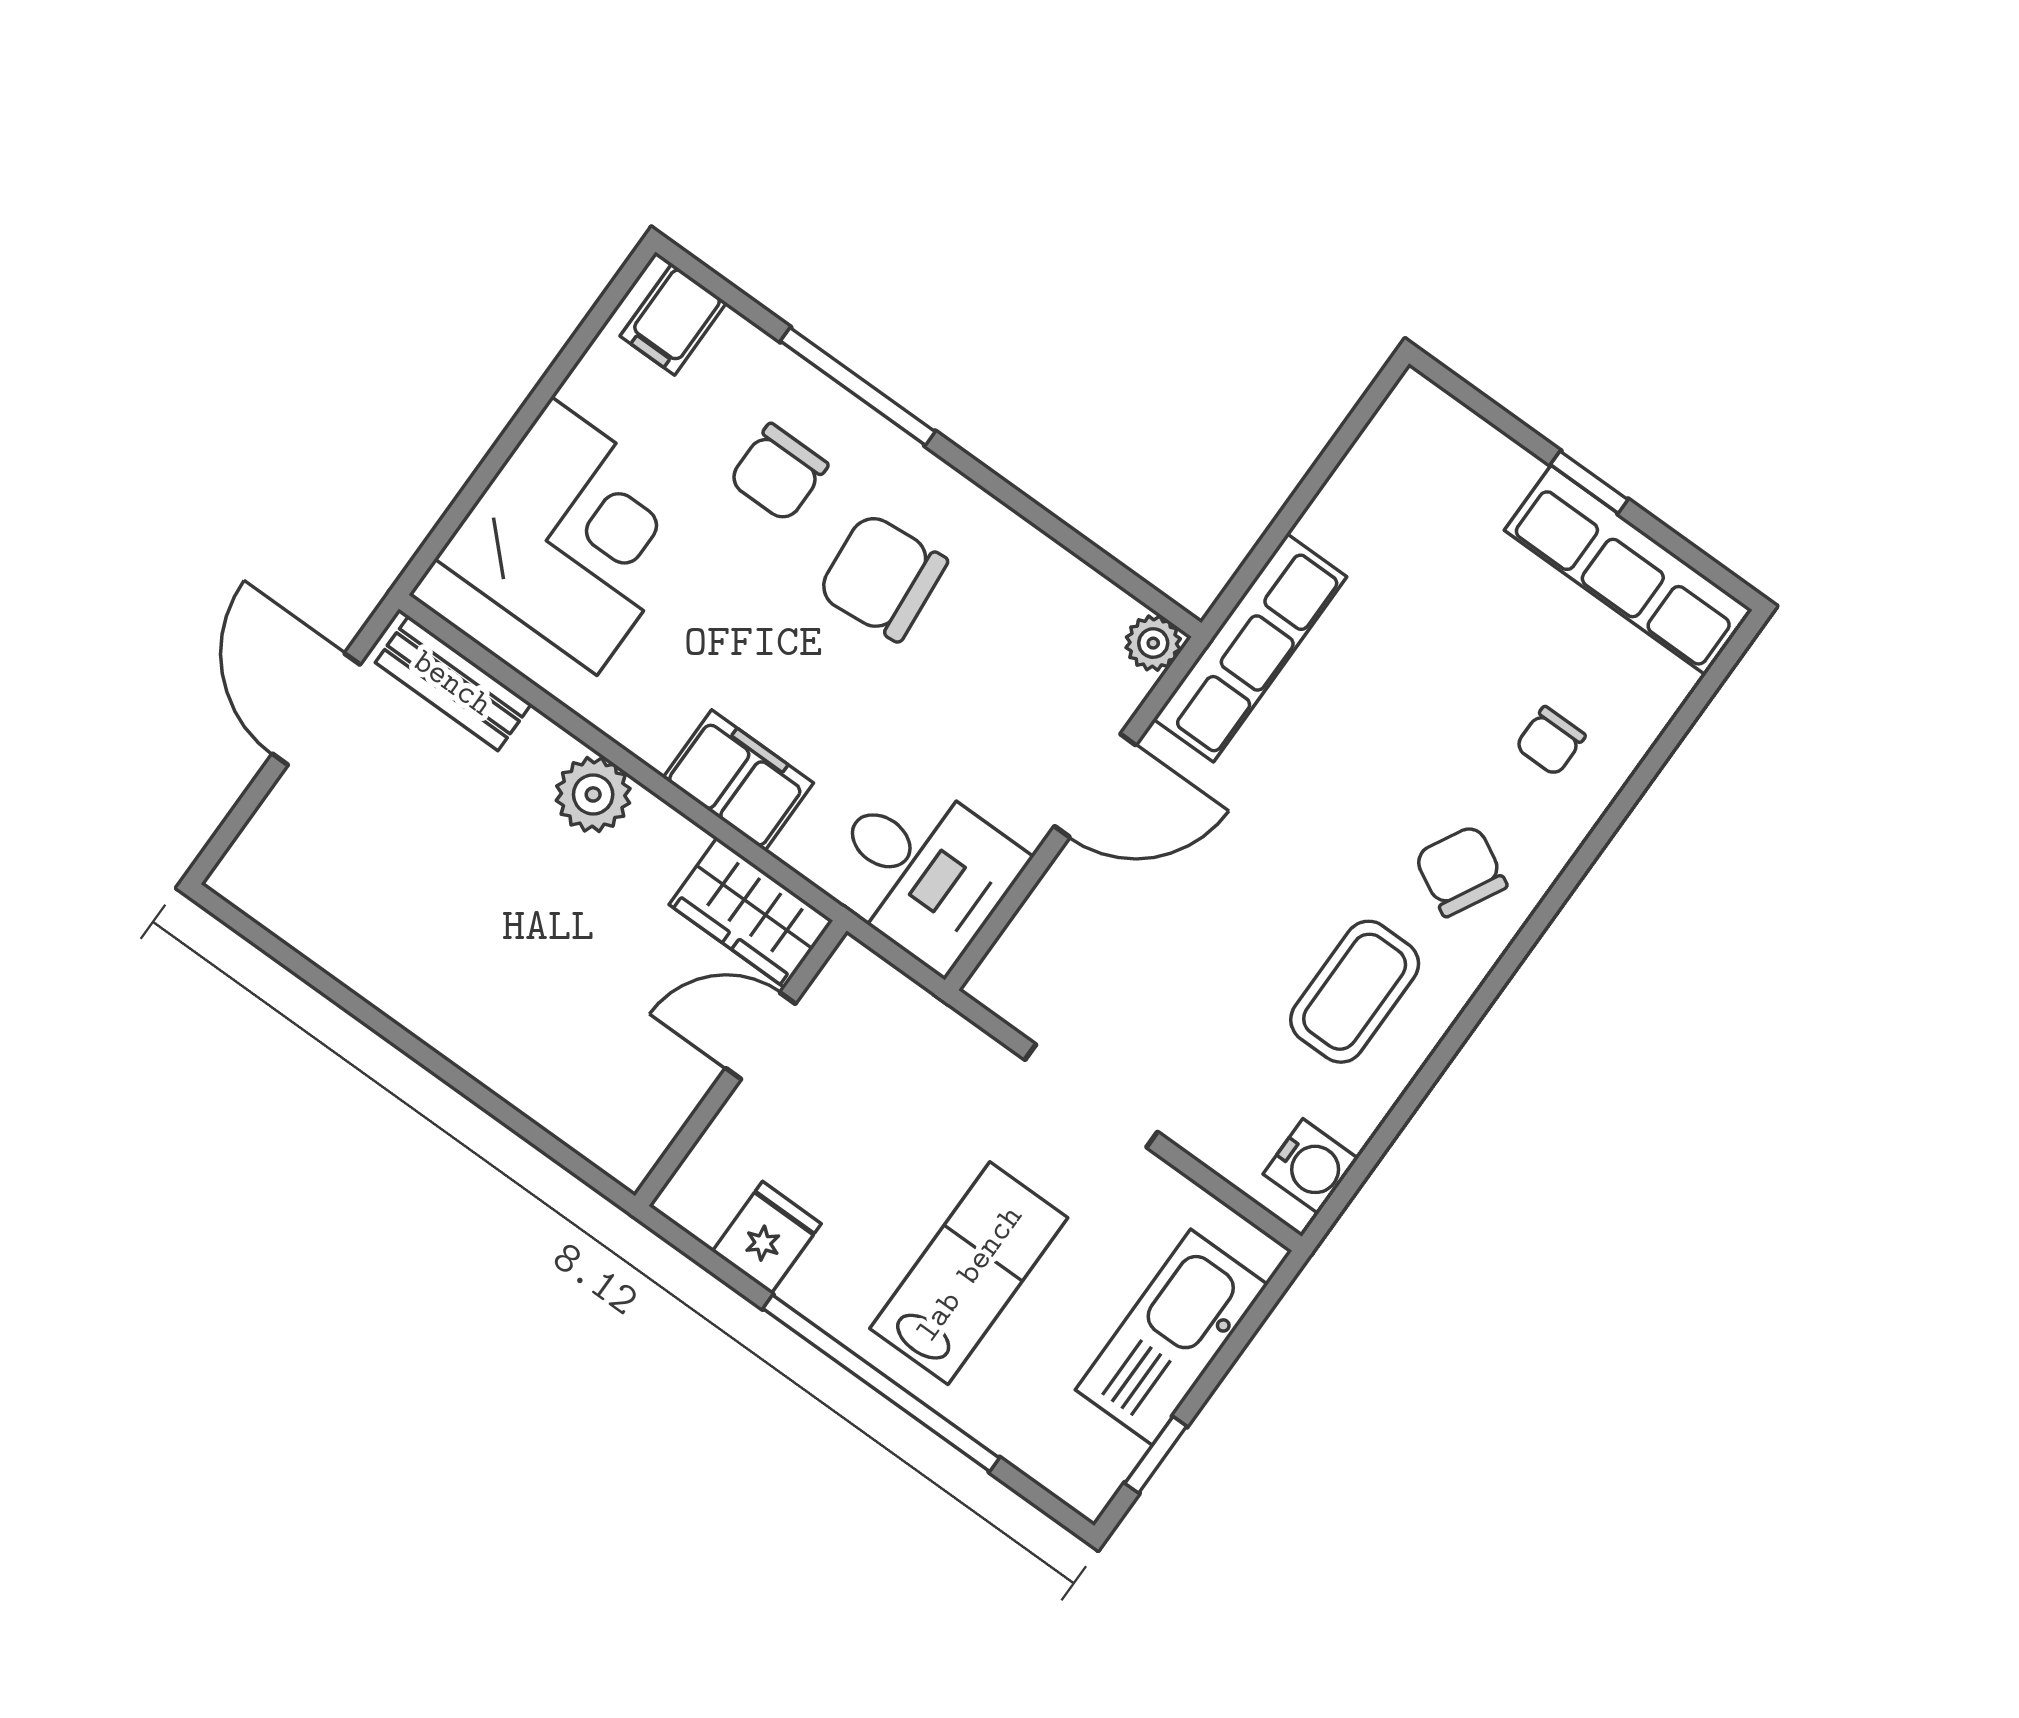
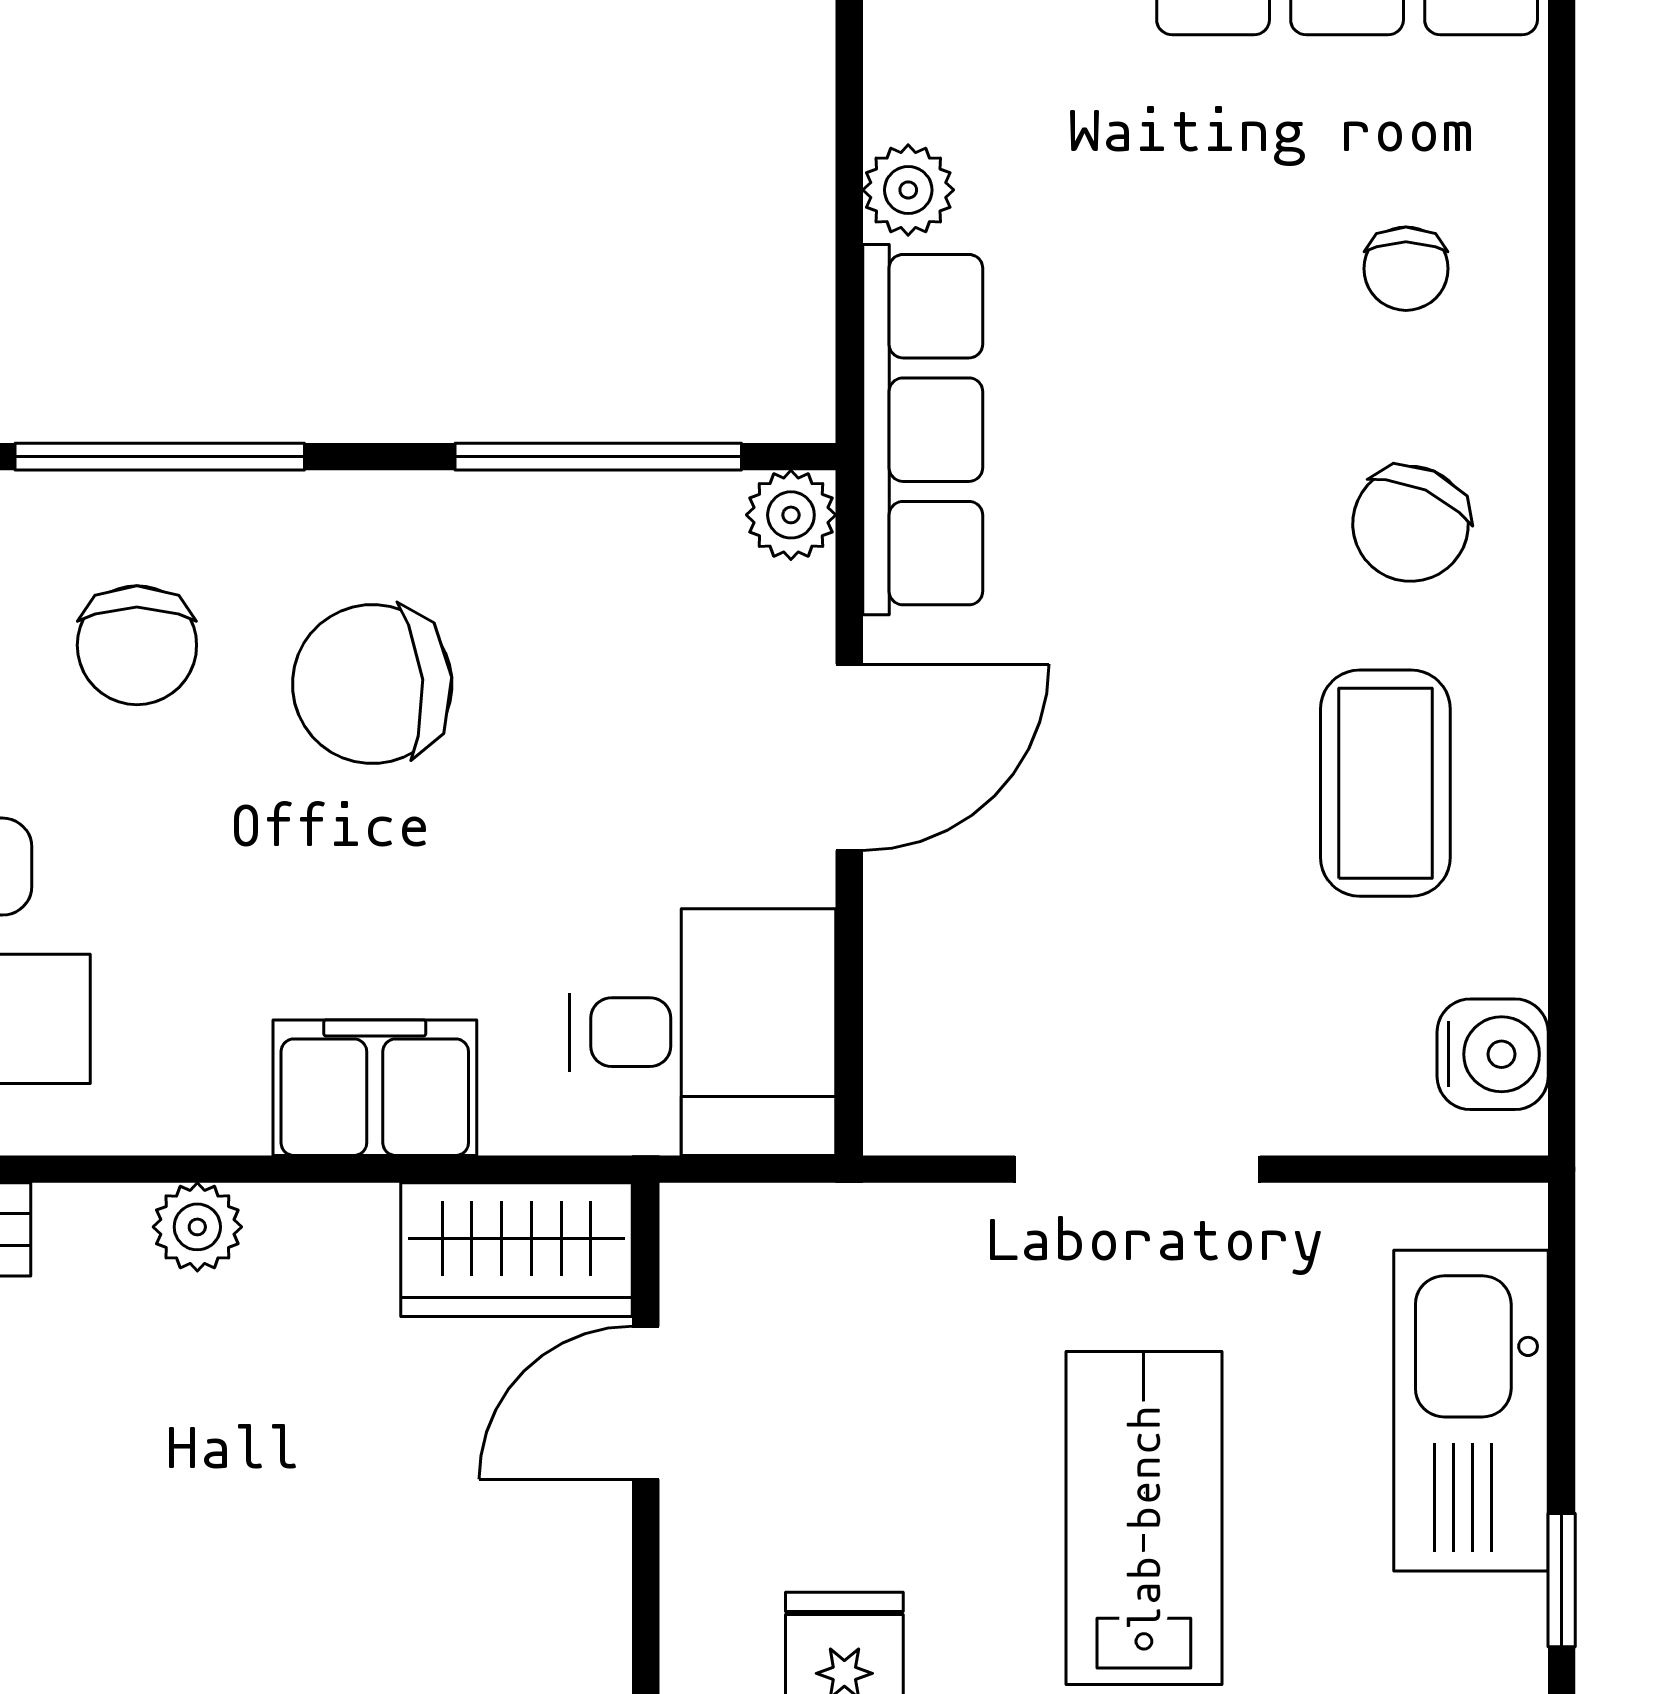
plant: (1329, 522) -> (908, 190), added
window: (1078, 544) -> (598, 457), added
plant: (593, 794) -> (197, 1227), width x0.73, depth x0.73
chair: (1461, 871) -> (1411, 524), turned -94

